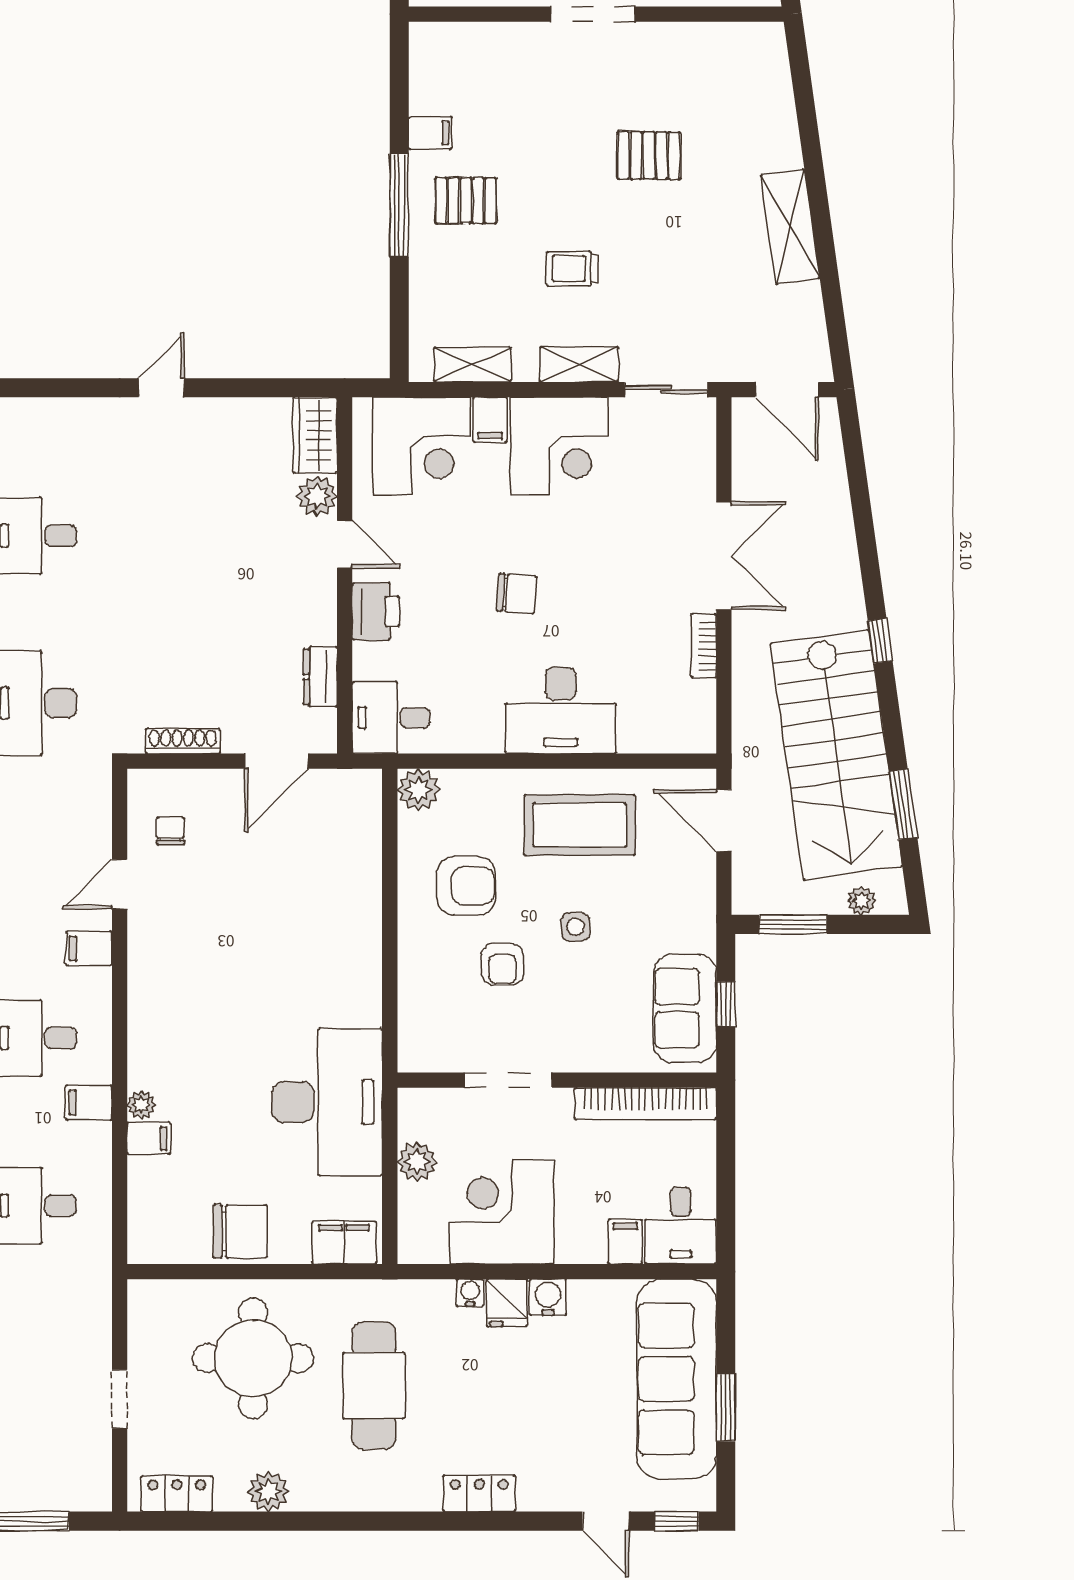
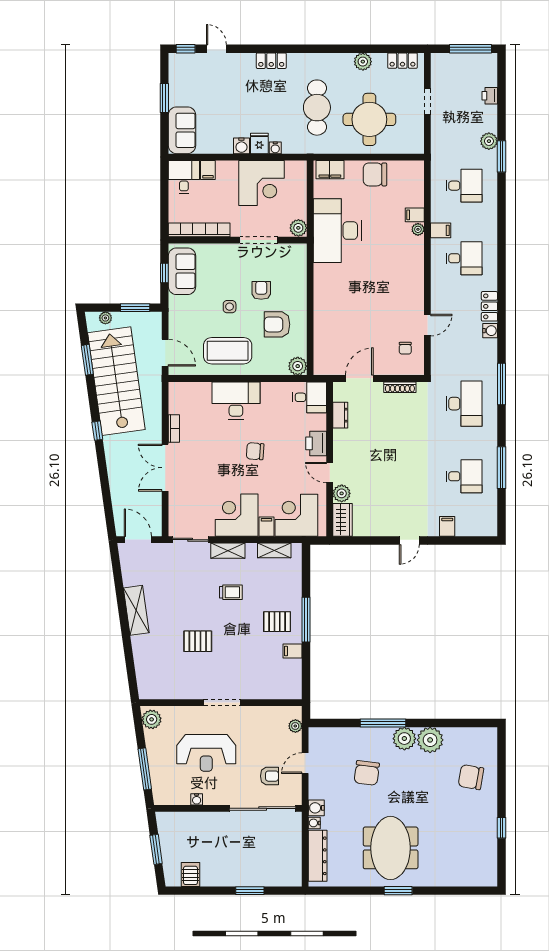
filing cabinet: (89, 948) -> (447, 526), moved, turned -90
plant: (417, 1162) -> (298, 228), moved
sofa: (677, 1379) -> (182, 130), width x0.54, depth x0.79

